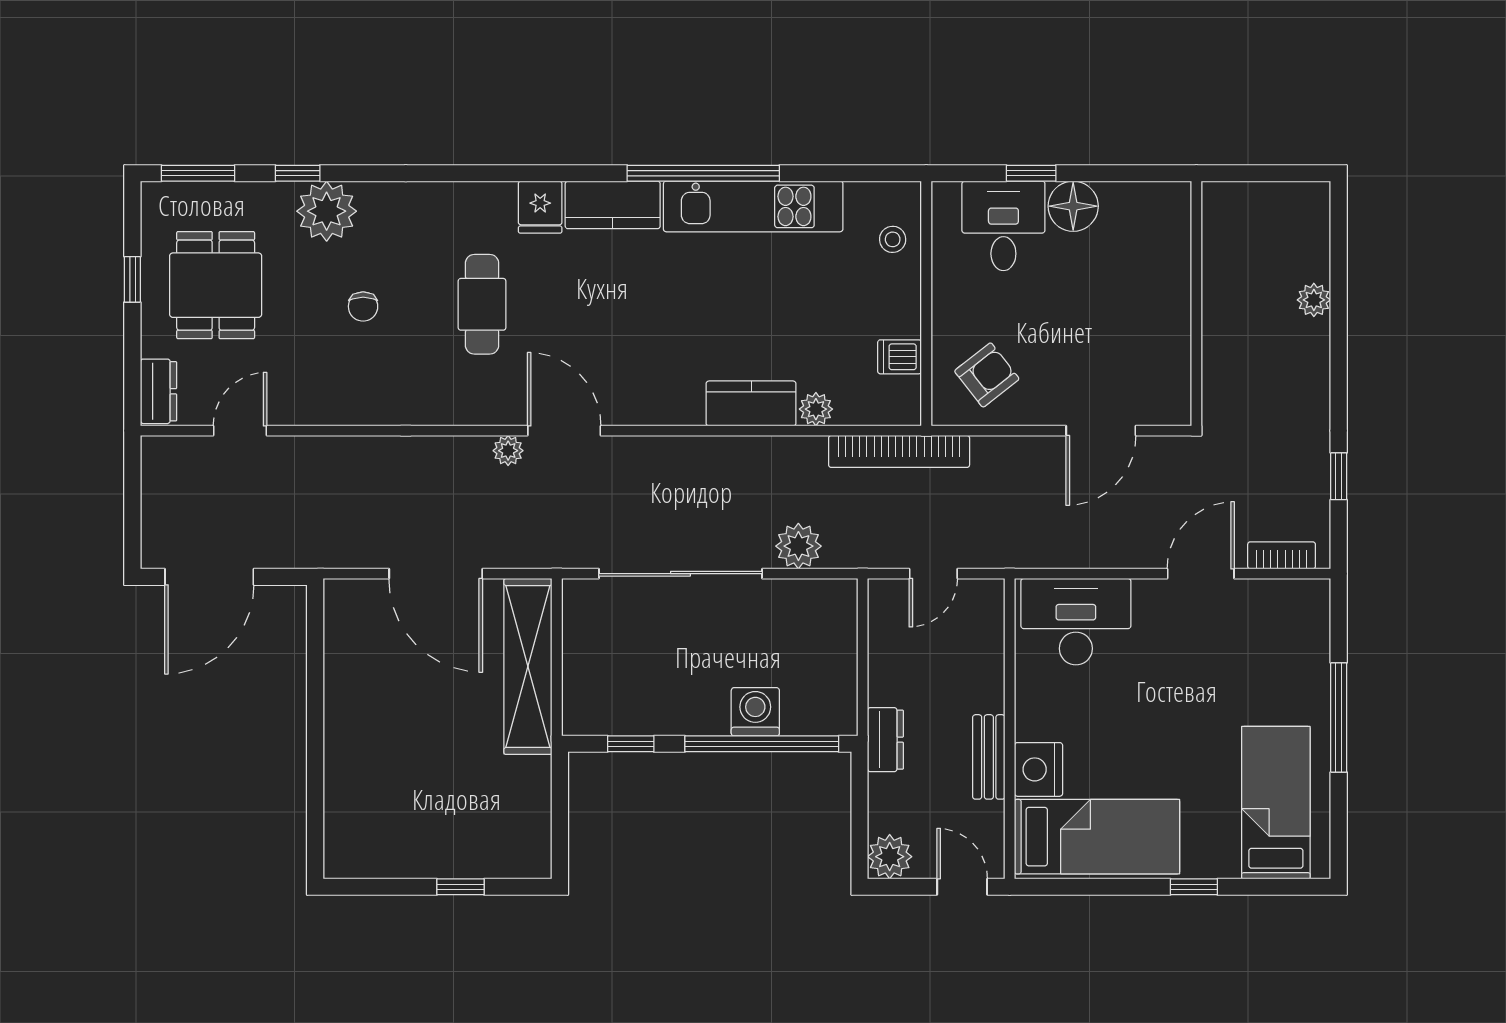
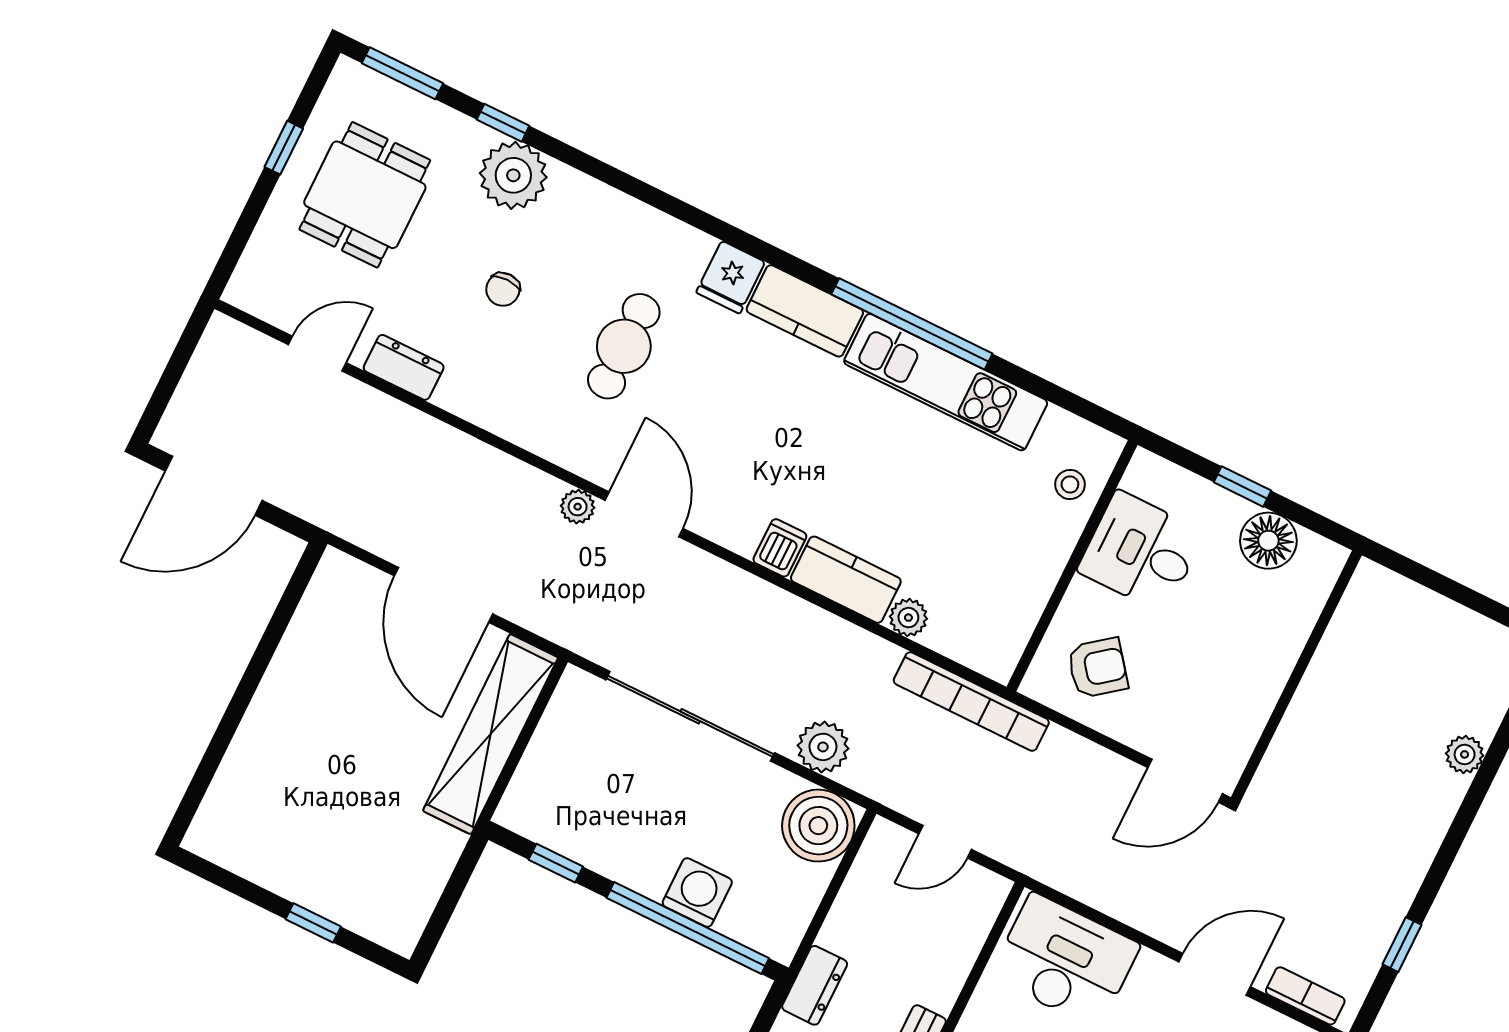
desk: (1003, 226) -> (1141, 552), moved, turned -90
wall: (1196, 304) -> (1296, 676), moved
dishwasher: (900, 357) -> (780, 548), moved, turned 90
dresser: (159, 391) -> (404, 367), moved, turned -90
boiler: (826, 611) -> (818, 826), added

